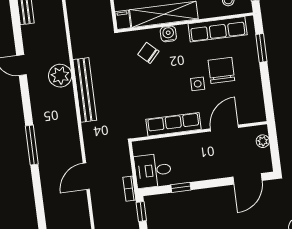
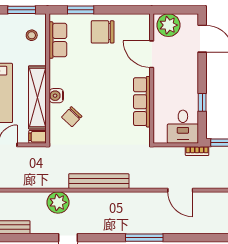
row of seats: (218, 29) -> (58, 40), width x0.68
chair: (221, 70) -> (103, 32), moved
plant: (60, 76) -> (58, 202), moved
side table: (198, 84) -> (107, 74), removed
plant: (263, 141) -> (168, 25), width x1.88, depth x1.88

